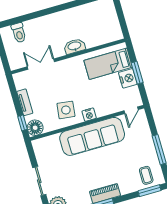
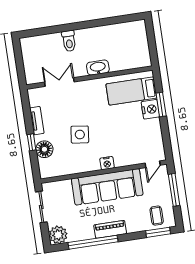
toilet: (19, 33) -> (69, 41), moved
door: (131, 110) -> (153, 164), moved
nightstand: (89, 115) -> (107, 163), moved
wall: (87, 123) -> (104, 172), moved
sofa: (92, 136) -> (107, 187), moved

